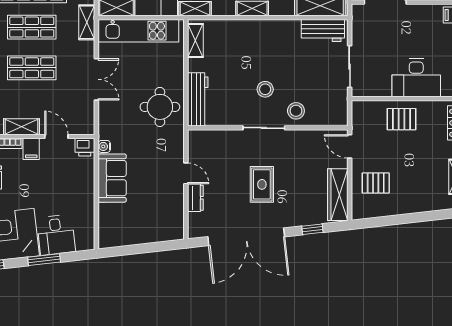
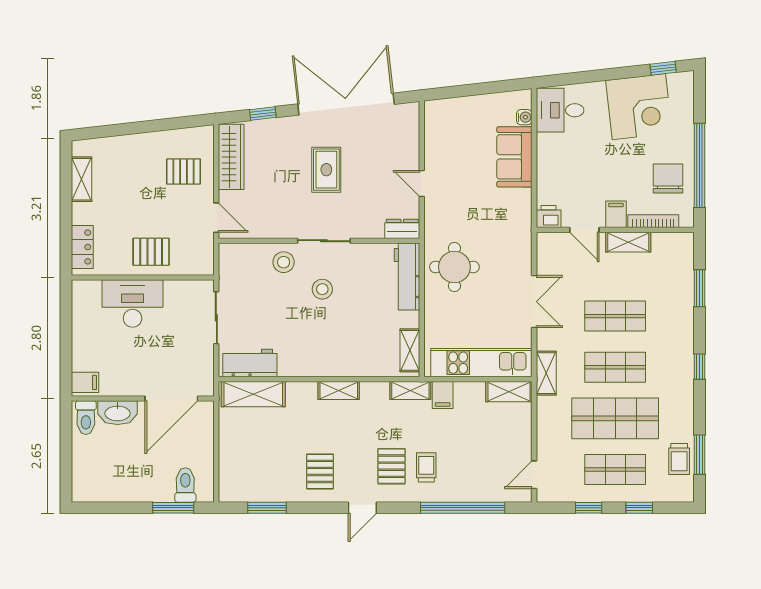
double door: (96, 79) -> (534, 302), swing flipped
water cooler: (104, 146) -> (524, 117), moved
sofa: (112, 178) -> (514, 157), moved
dresser: (195, 198) -> (402, 229), moved, turned 90
desk: (56, 235) -> (560, 110), moved, turned -84
window: (44, 260) -> (600, 75), removed

